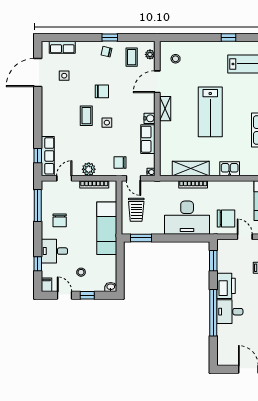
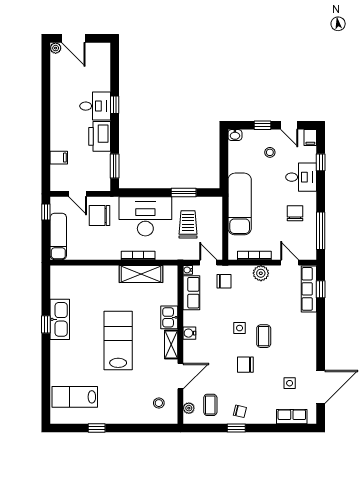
row of seats: (148, 139) -> (191, 293), moved
kitchen sink: (230, 169) -> (169, 317), moved, turned 90
door: (64, 178) -> (290, 263), swing flipped
trolley: (136, 210) -> (188, 224), moved
window: (141, 238) -> (184, 193), moved
window: (213, 313) -> (115, 105), width x0.32

